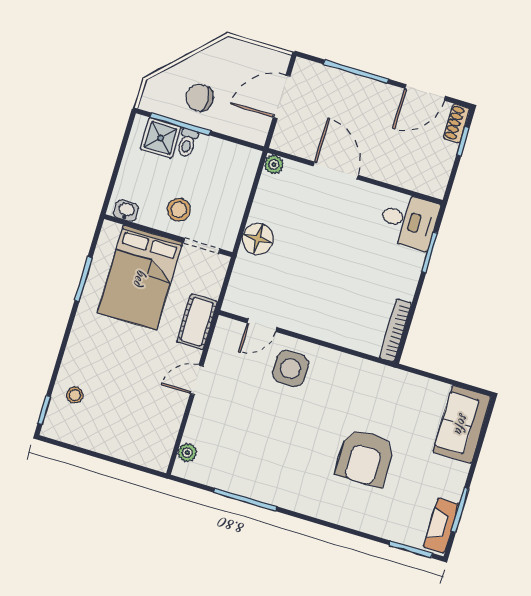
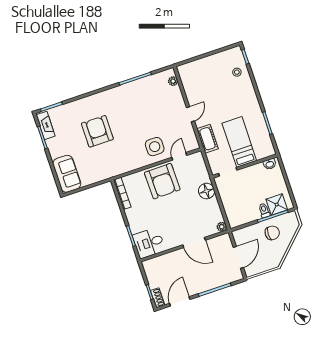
stool: (179, 210) -> (248, 180), removed
bed: (140, 278) -> (239, 142), width x0.67
armchair: (317, 305) -> (162, 181), added

